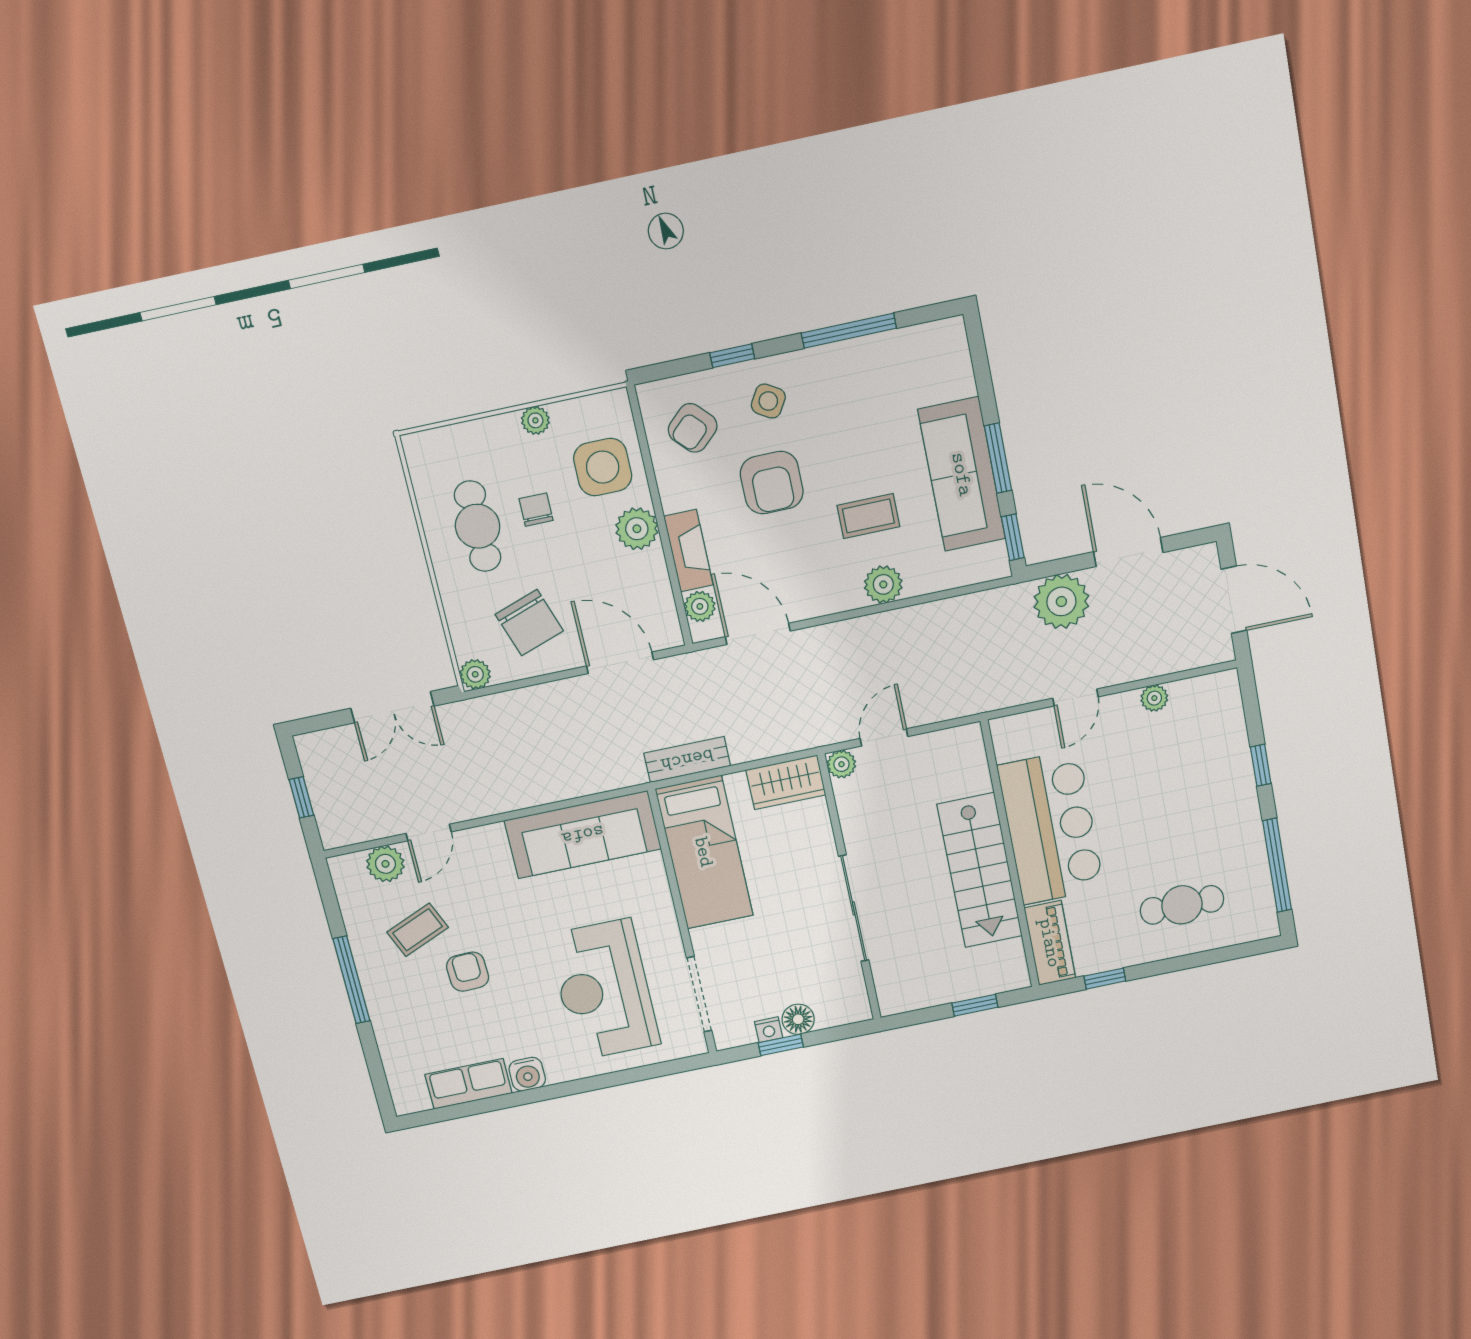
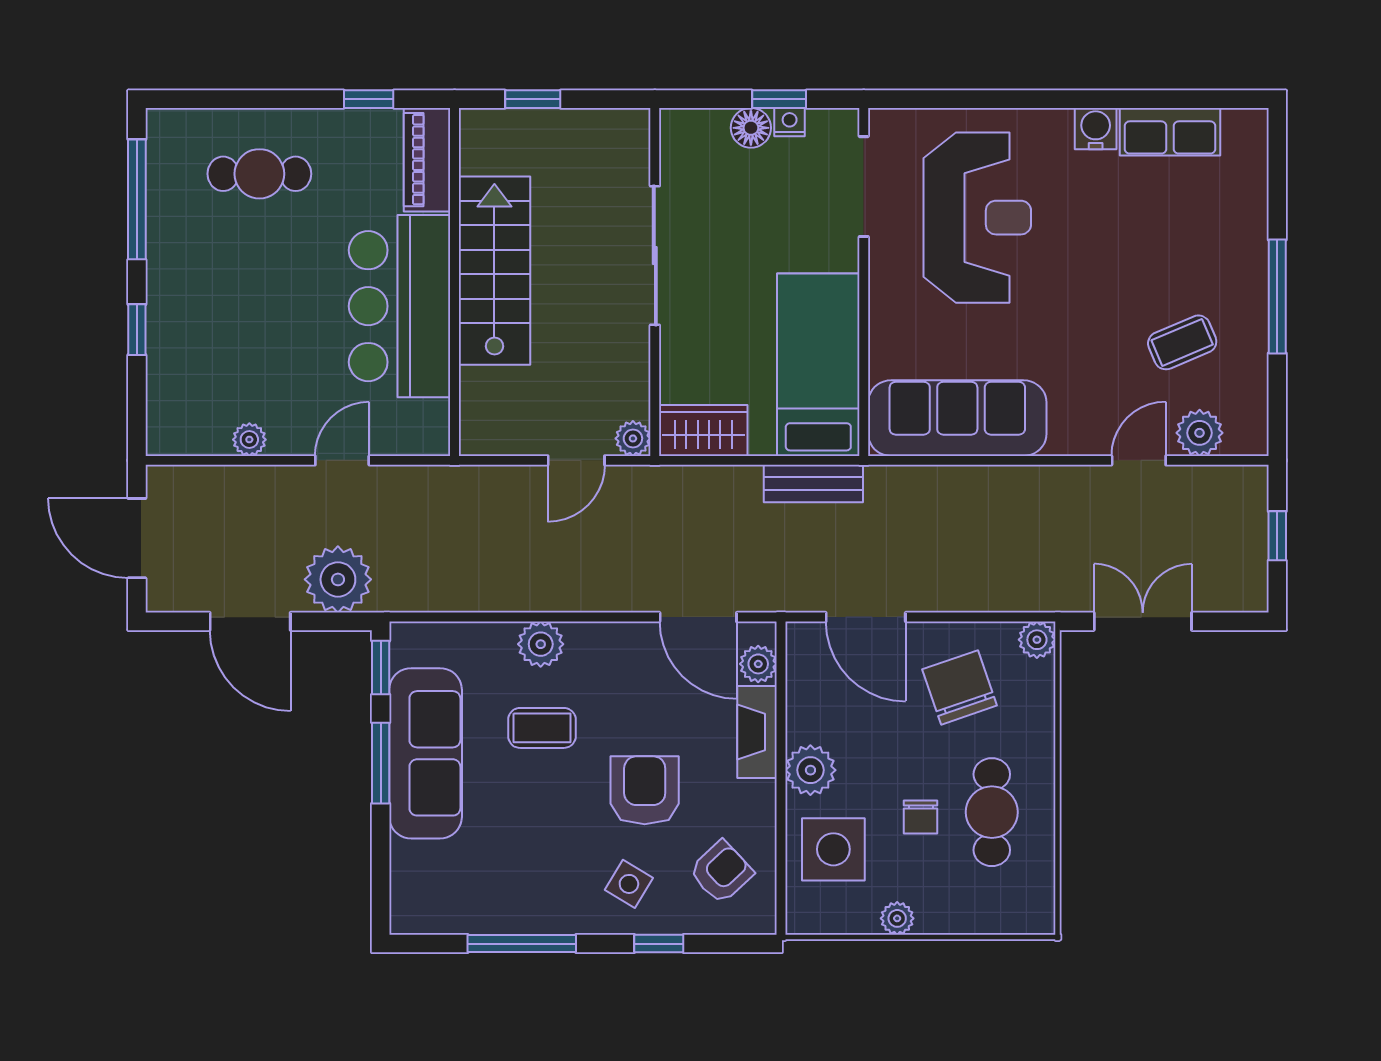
armchair: (468, 972) -> (1136, 276), removed

